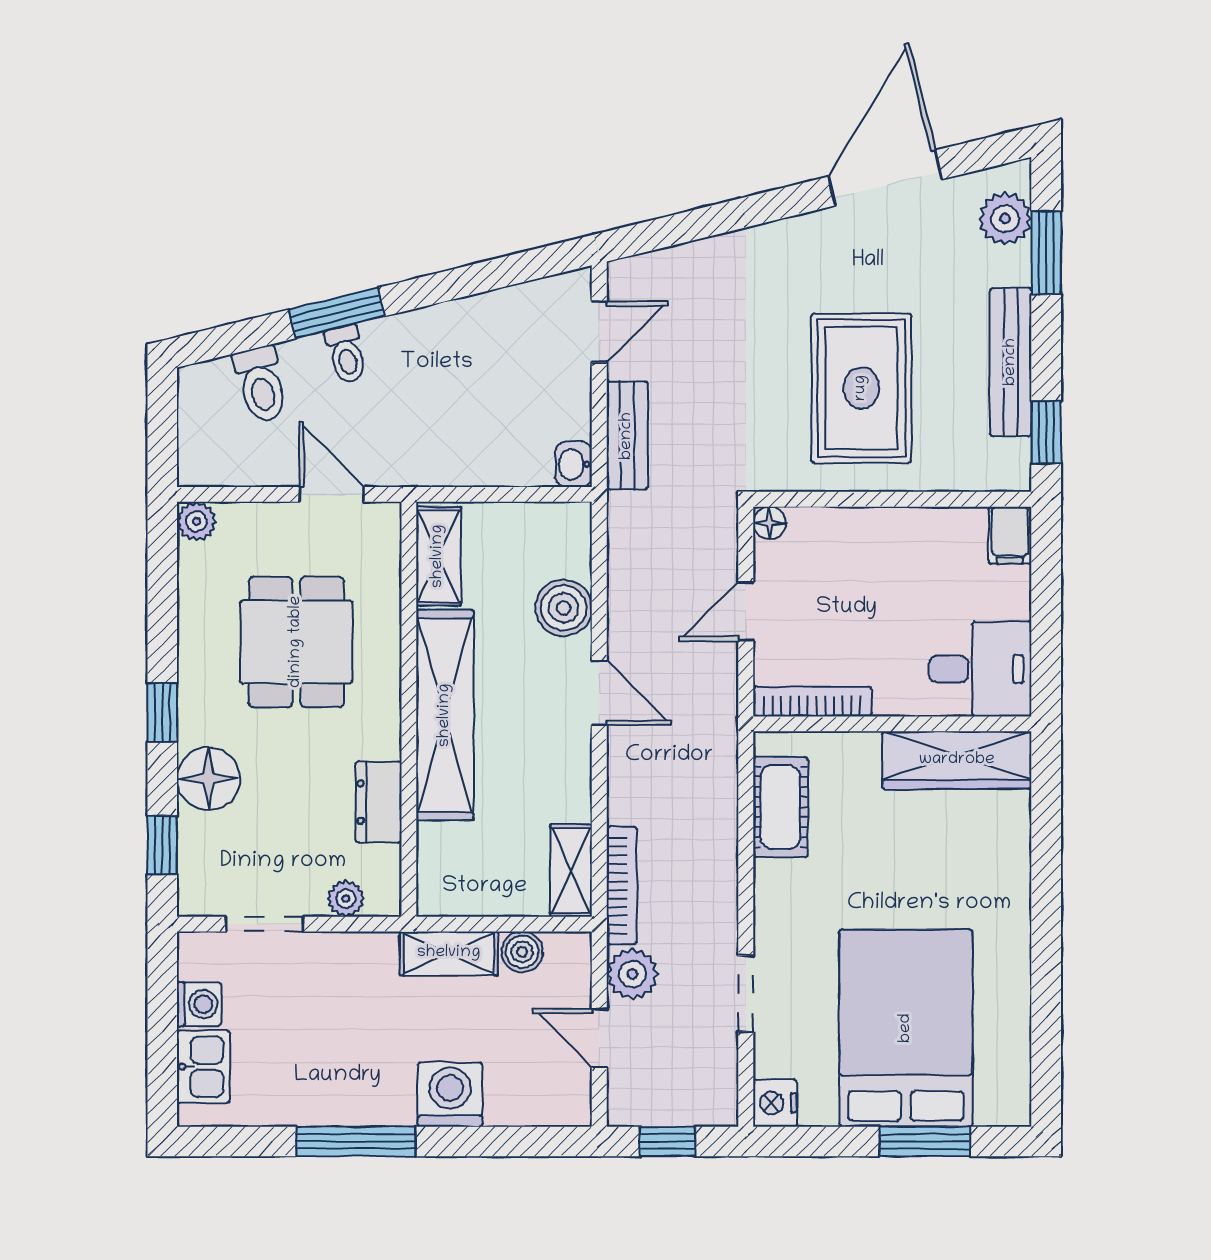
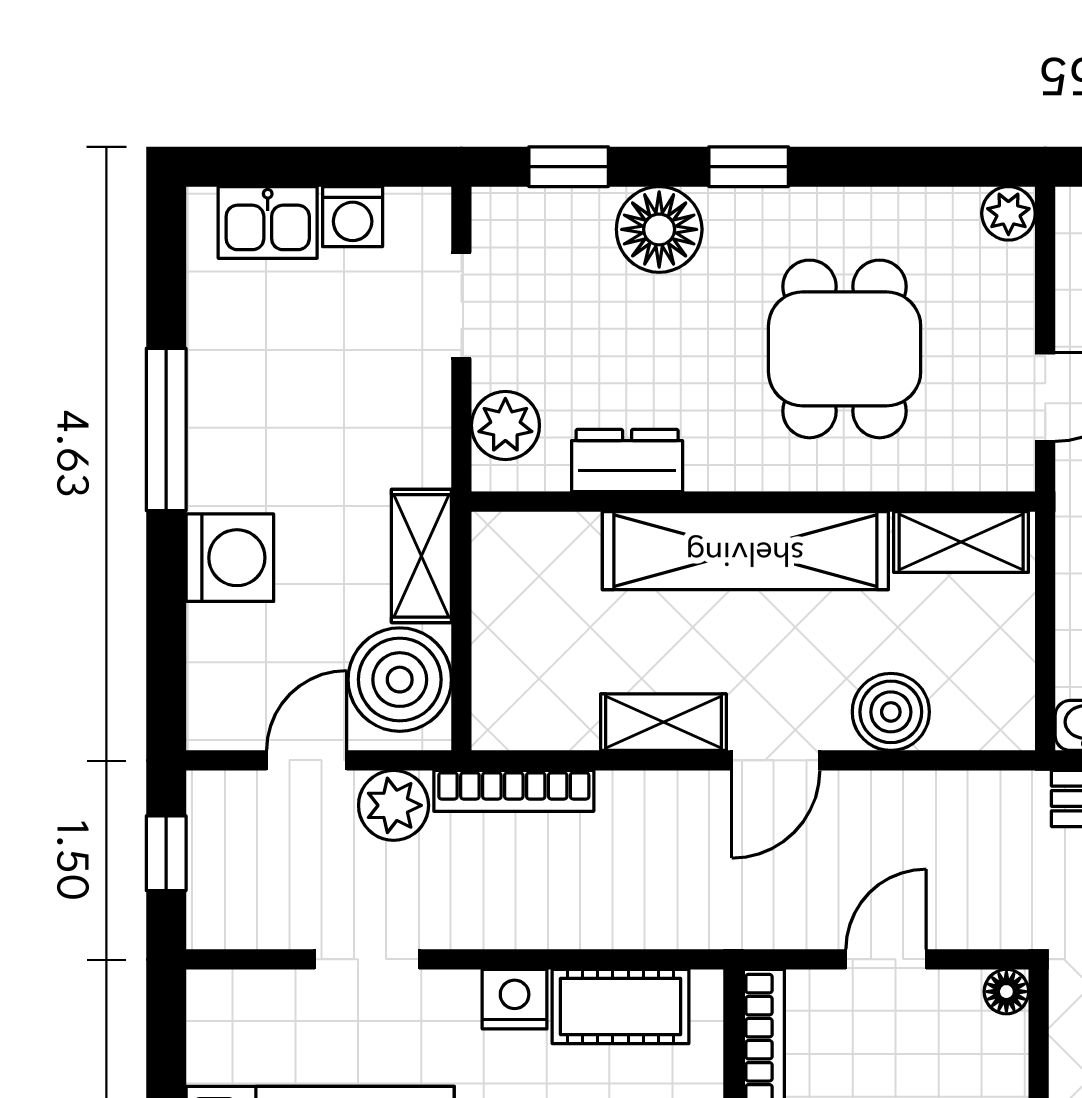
door: (746, 612) -> (886, 959), hinge flipped
dining table: (296, 642) -> (845, 349), turned 90
shelving: (571, 870) -> (663, 722), moved
plant: (346, 899) -> (505, 425), width x1.38, depth x1.38
boiler: (522, 952) -> (400, 680), width x1.86, depth x1.86
nightstand: (775, 1103) -> (515, 999), moved

